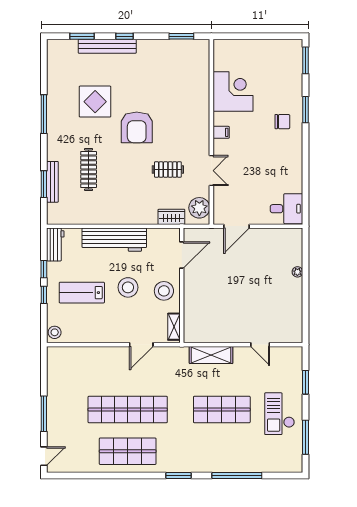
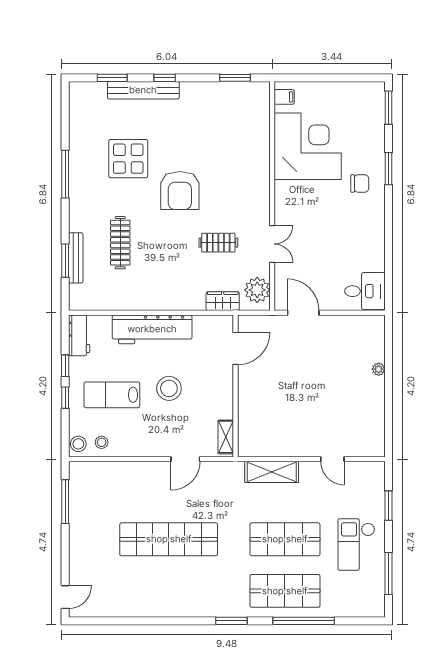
corner desk: (233, 92) -> (308, 146), width x1.36, depth x1.36
filing cabinet: (221, 132) -> (284, 97), moved
door: (237, 226) -> (303, 313), swing flipped
stool: (164, 291) -> (102, 442), moved, width x0.53, depth x0.53
window: (44, 414) -> (65, 502), moved
shop shelf: (128, 451) -> (285, 591), moved

